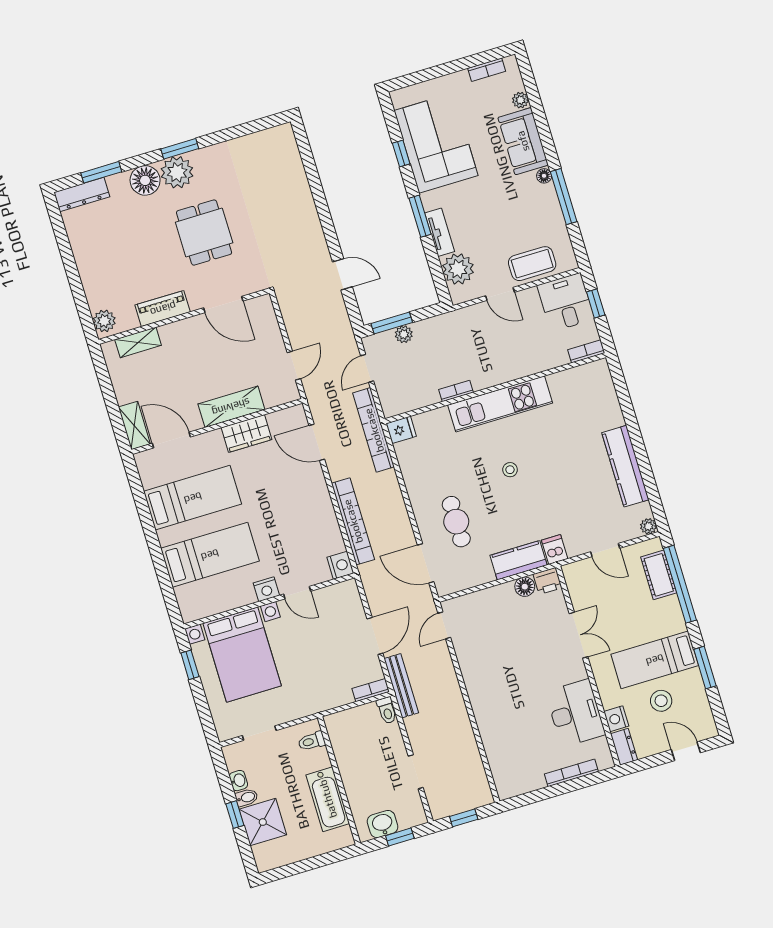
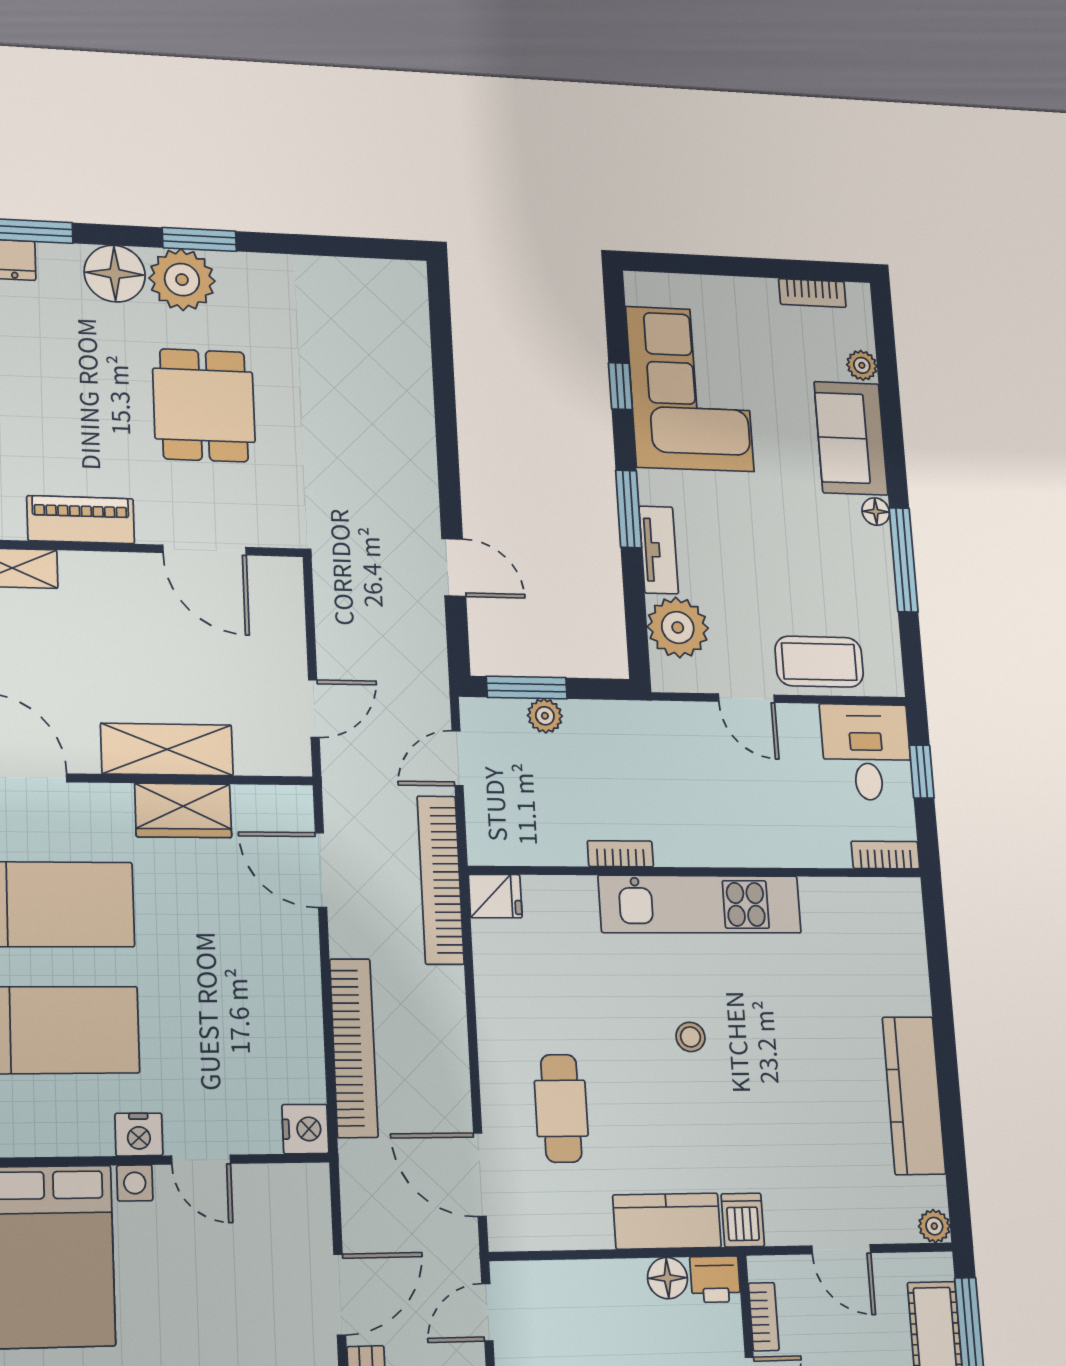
bookcase: (575, 592) -> (764, 1317), added

